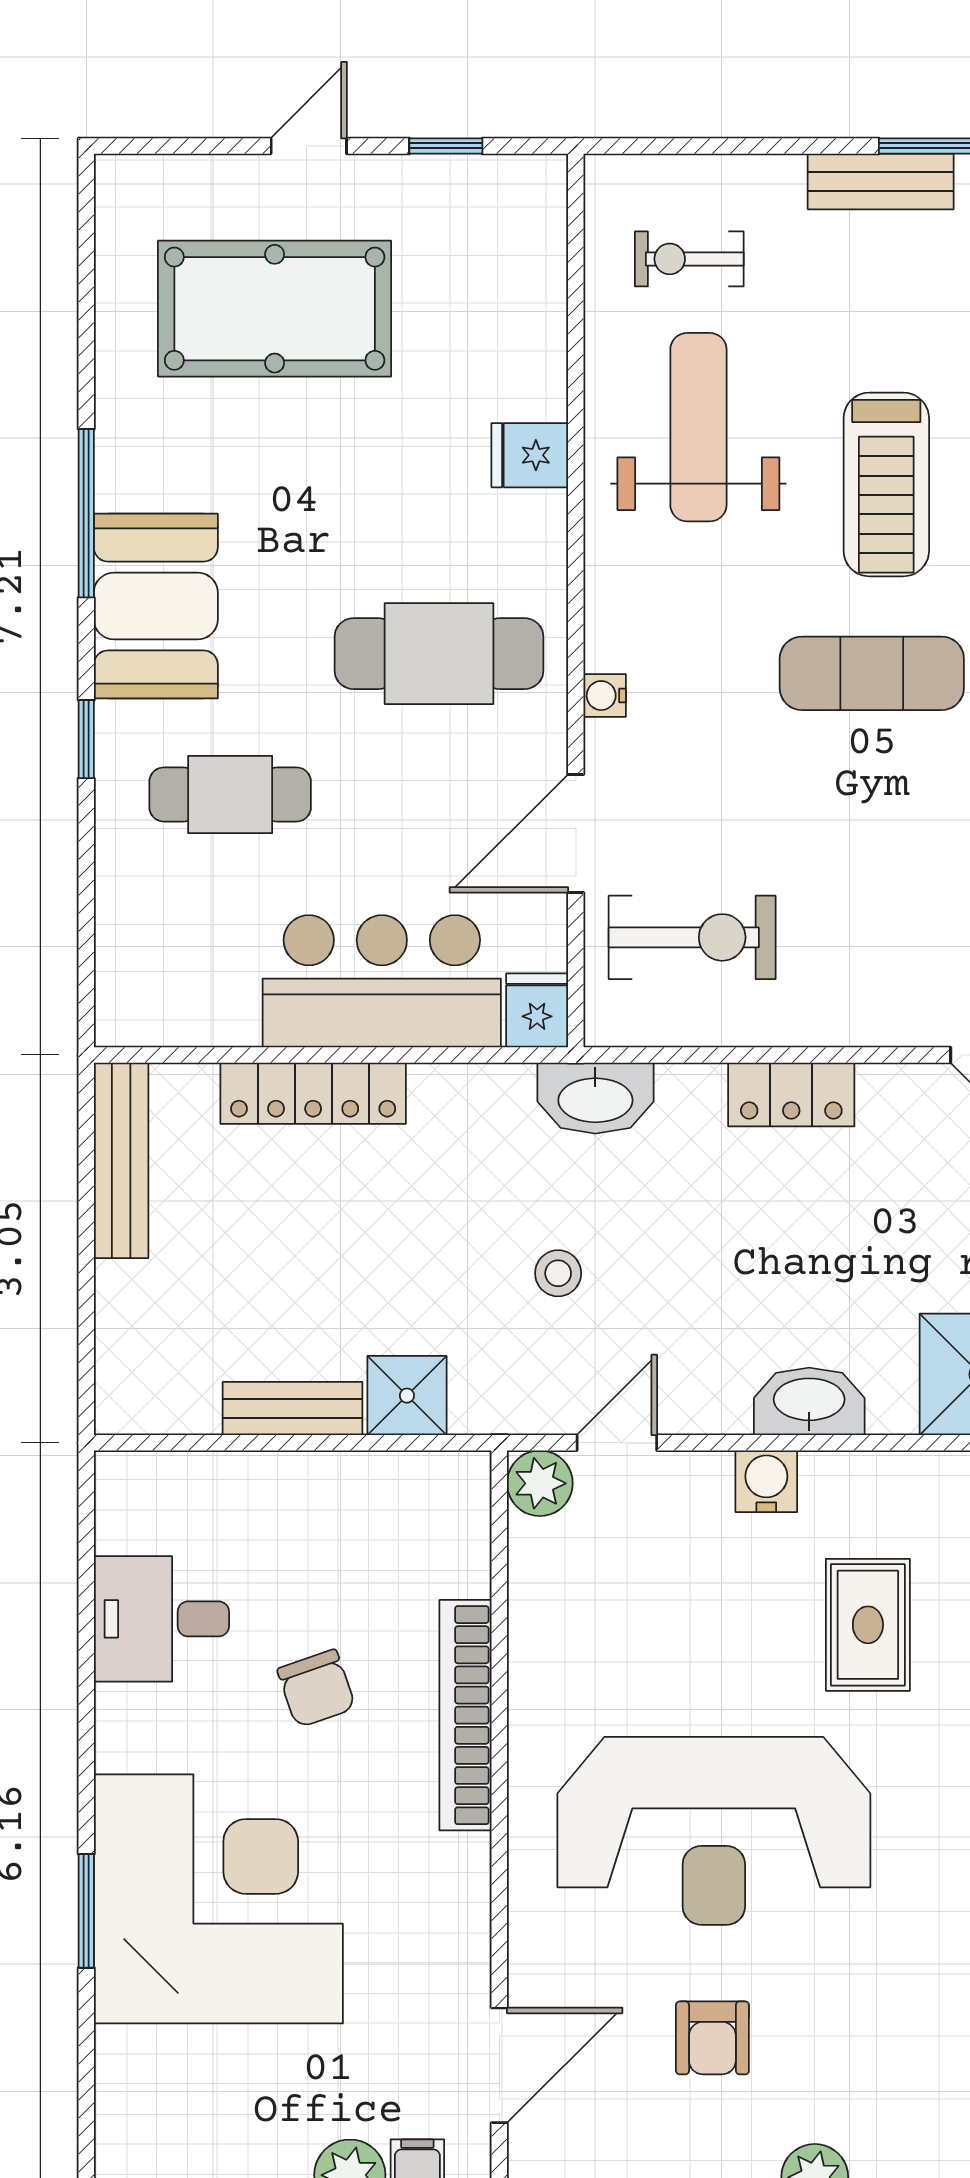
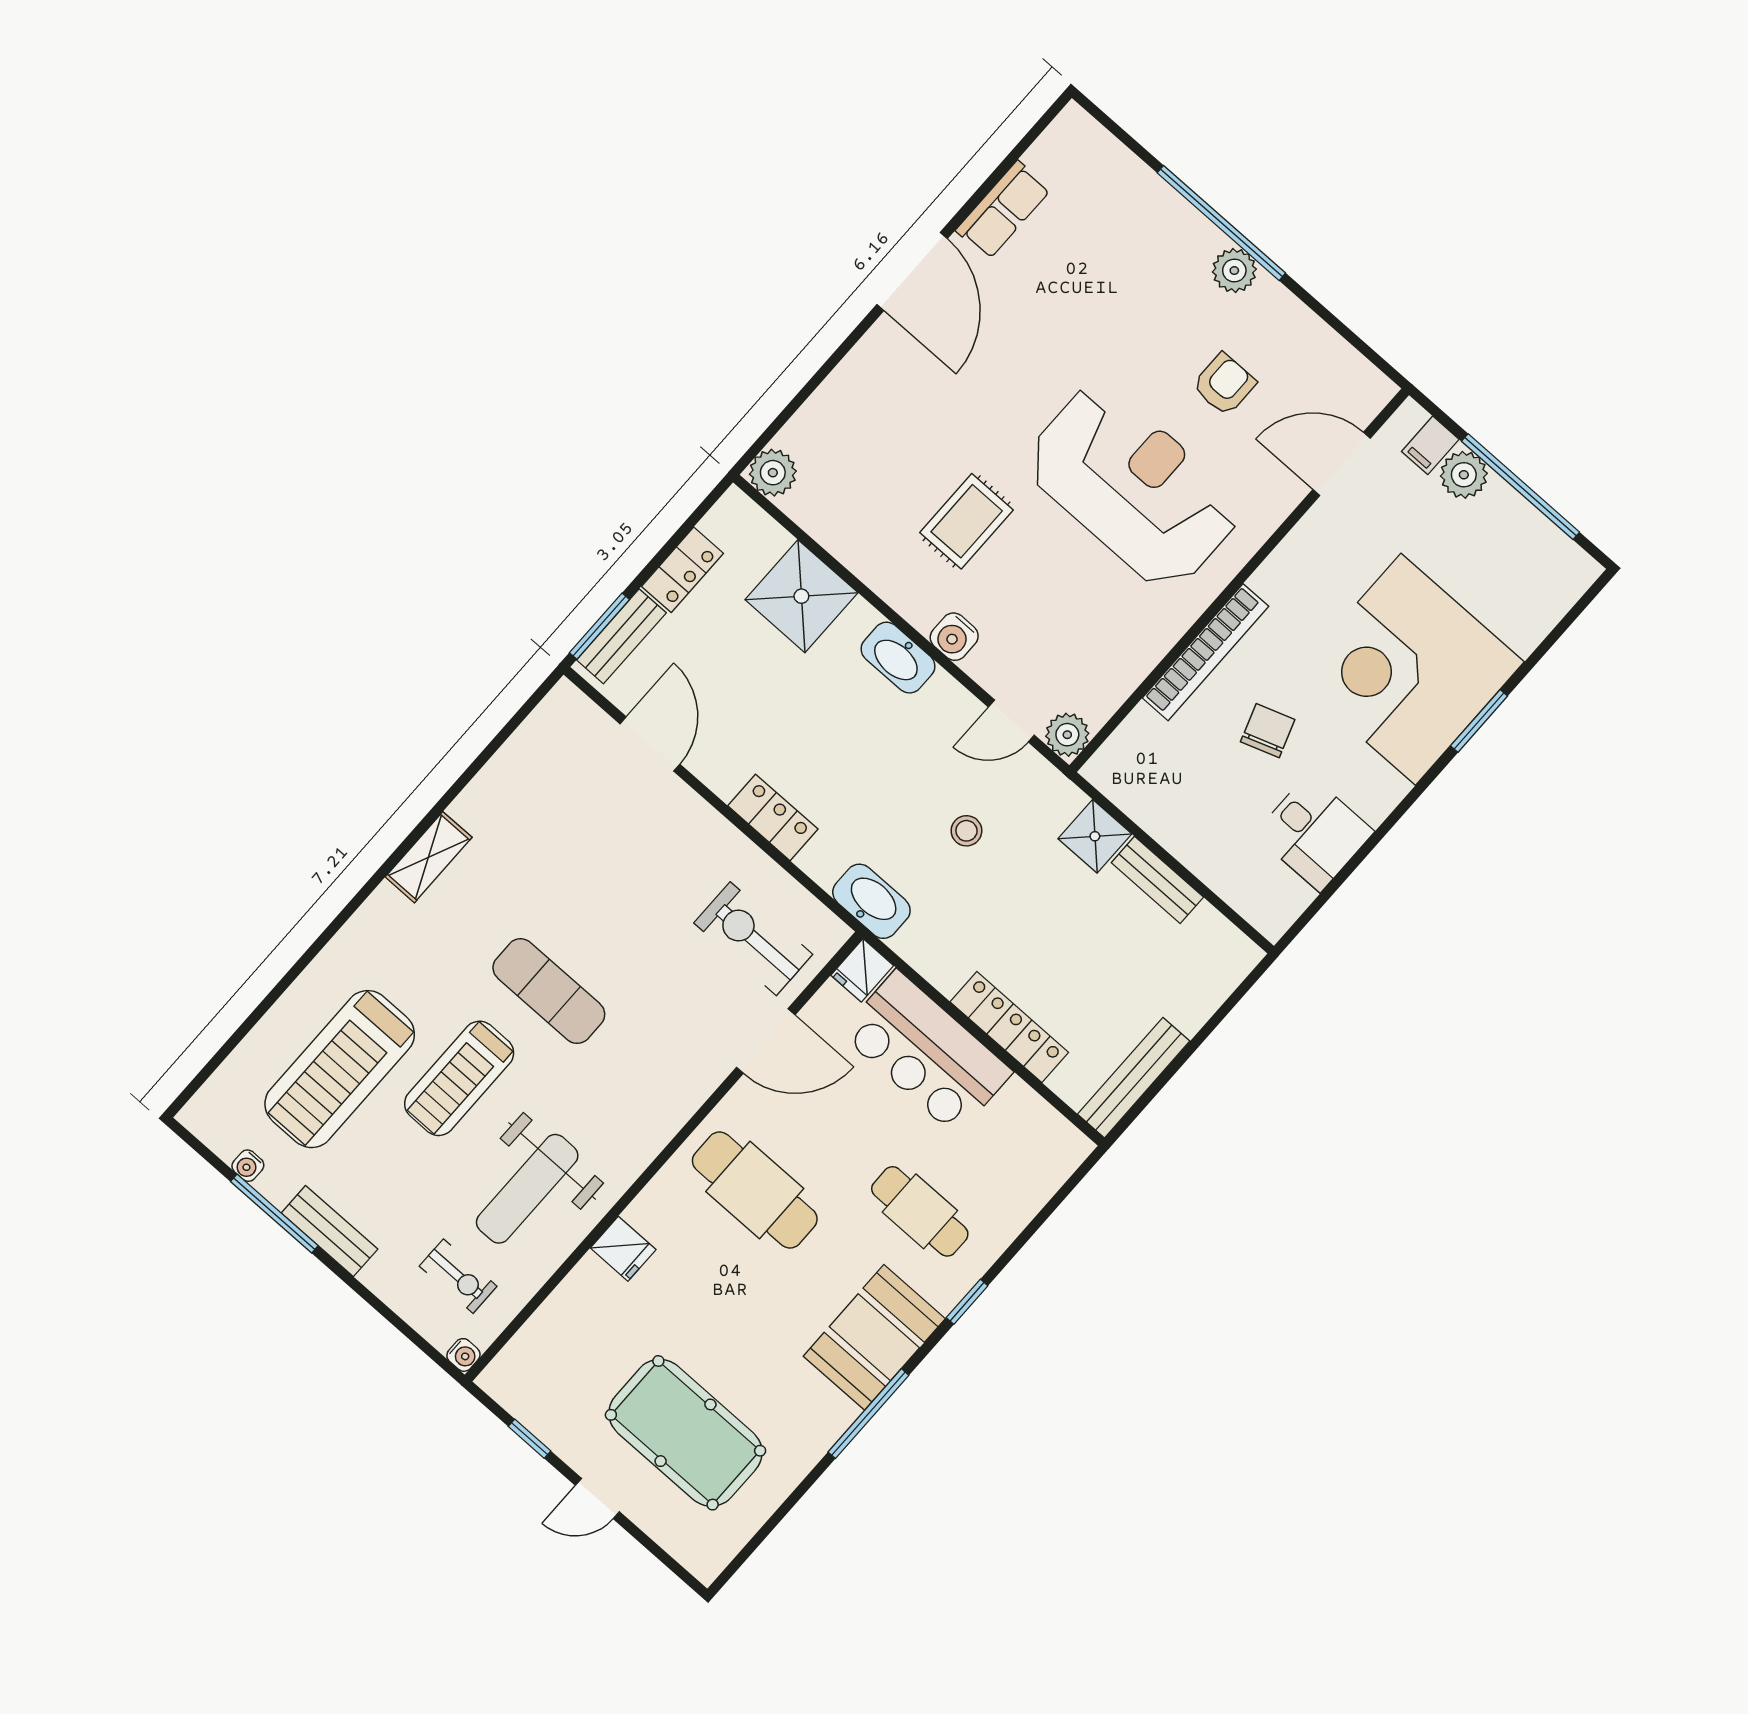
treadmill: (886, 484) -> (459, 1078), turned 180
water cooler: (605, 696) -> (463, 1355), moved

